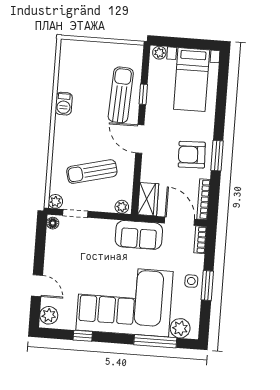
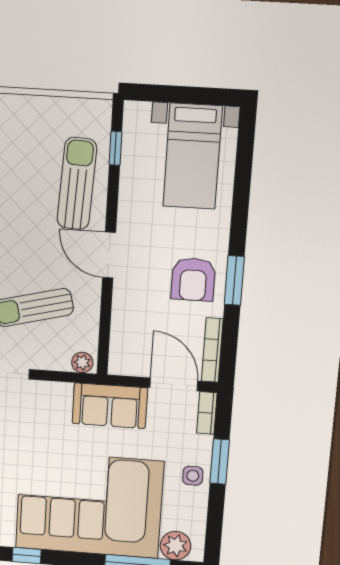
plant: (159, 53) -> (139, 112), removed
window: (143, 94) -> (115, 148), moved
armchair: (192, 155) -> (193, 279), turned -88
wardrobe: (148, 199) -> (124, 350), removed
window: (207, 286) -> (220, 461), moved

